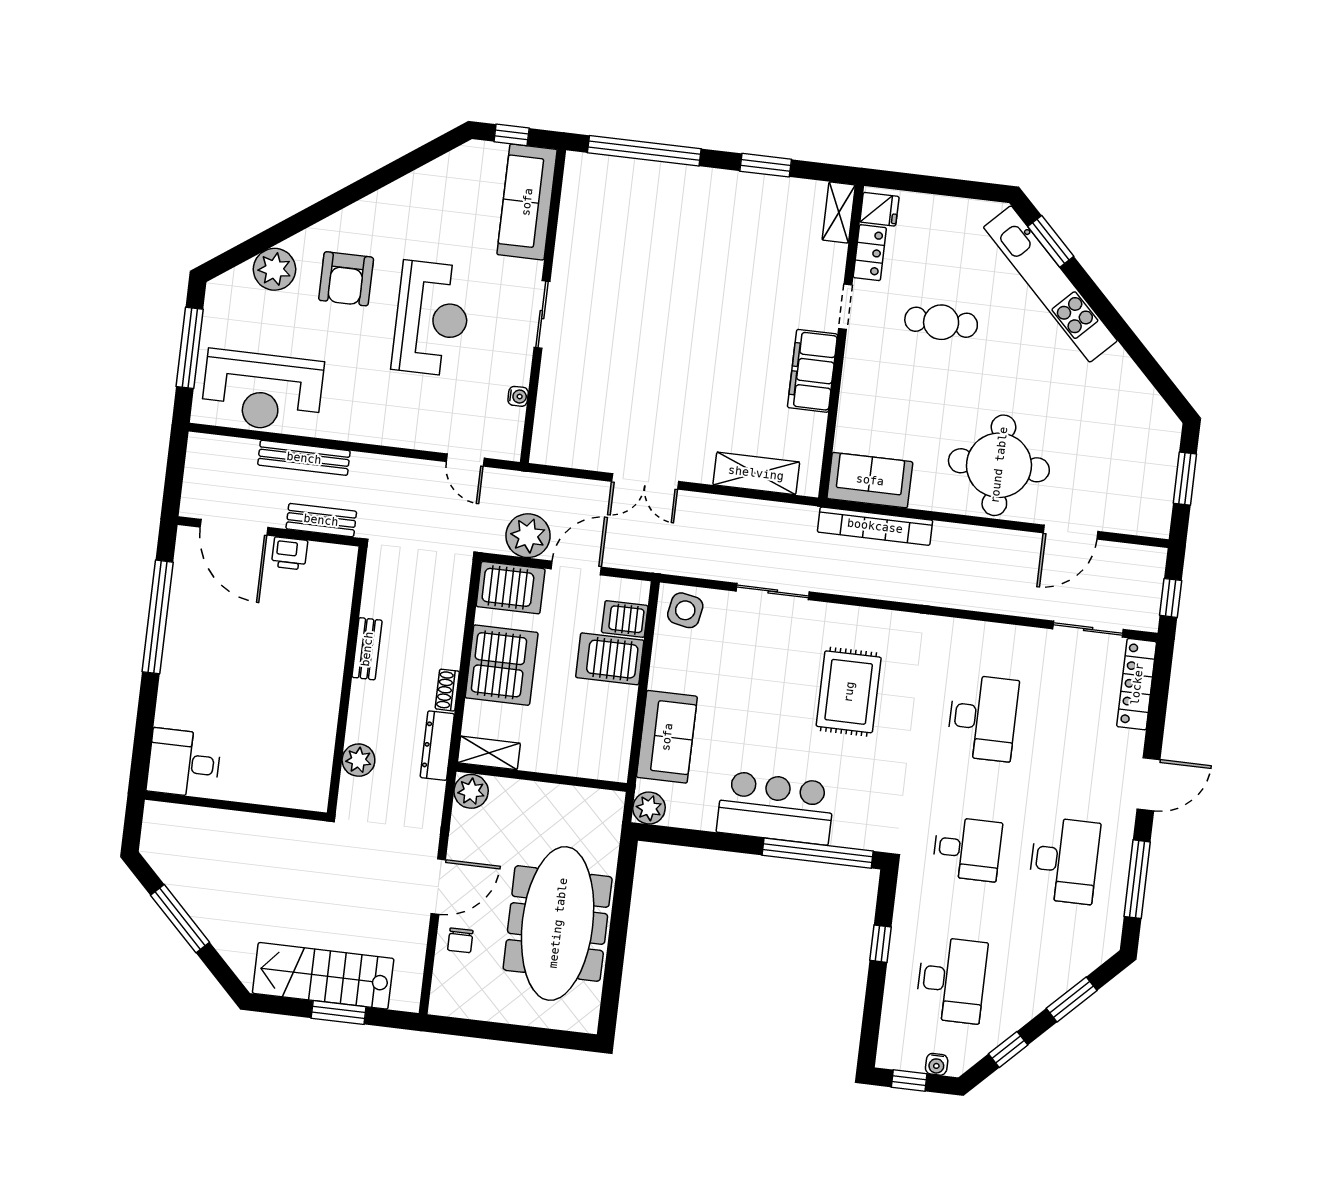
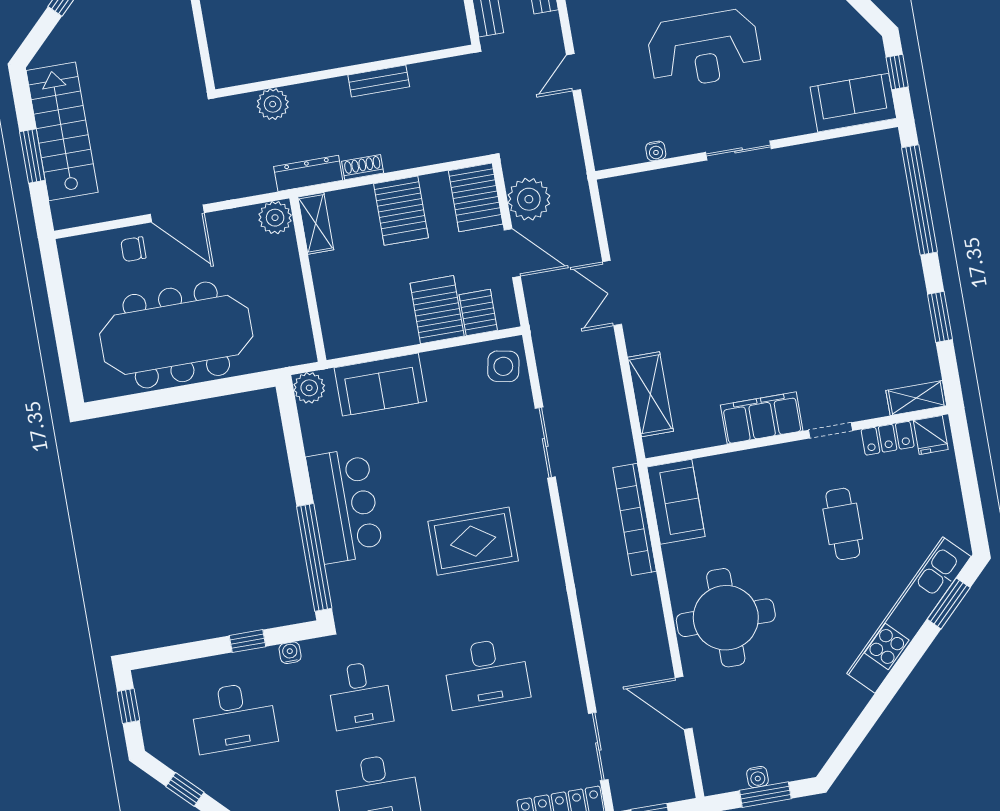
sofa: (527, 202) -> (853, 103), width x0.73
door: (465, 460) -> (574, 72), moved
water cooler: (1165, 481) -> (758, 777), added
server rack: (502, 665) -> (401, 211), width x0.62
water cooler: (937, 1064) -> (290, 653), moved, turned 90

